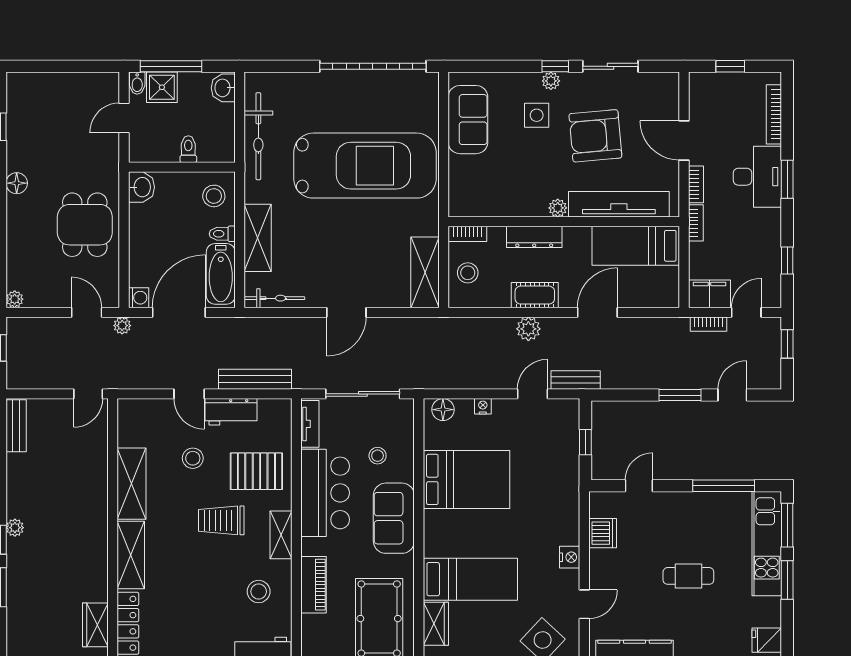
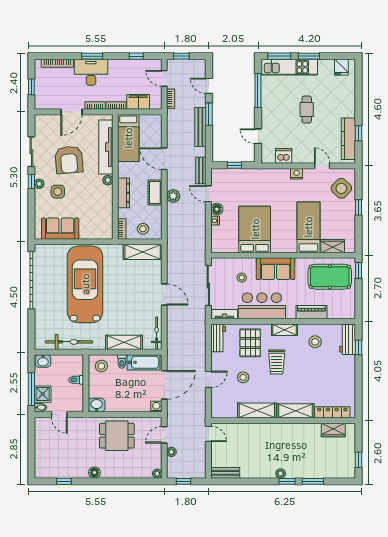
filing cabinet: (710, 294) -> (138, 102), moved, turned 90
door: (179, 312) -> (164, 385), swing flipped
plant: (122, 326) -> (171, 452), moved
bench: (255, 379) -> (200, 127), moved
floor lamp: (443, 410) -> (217, 209), moved
workbench: (231, 412) -> (218, 338), moved

